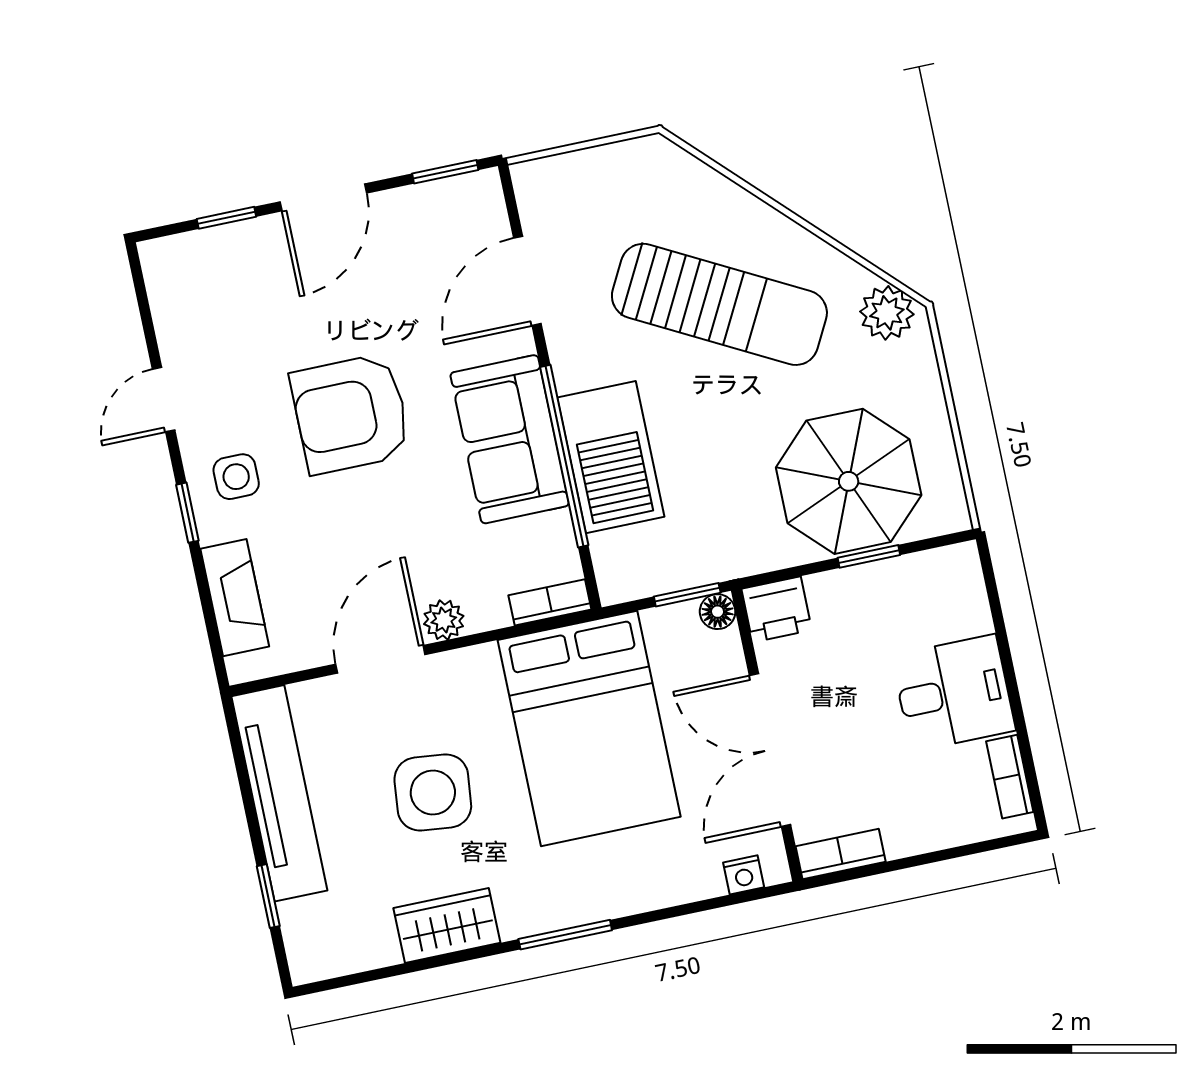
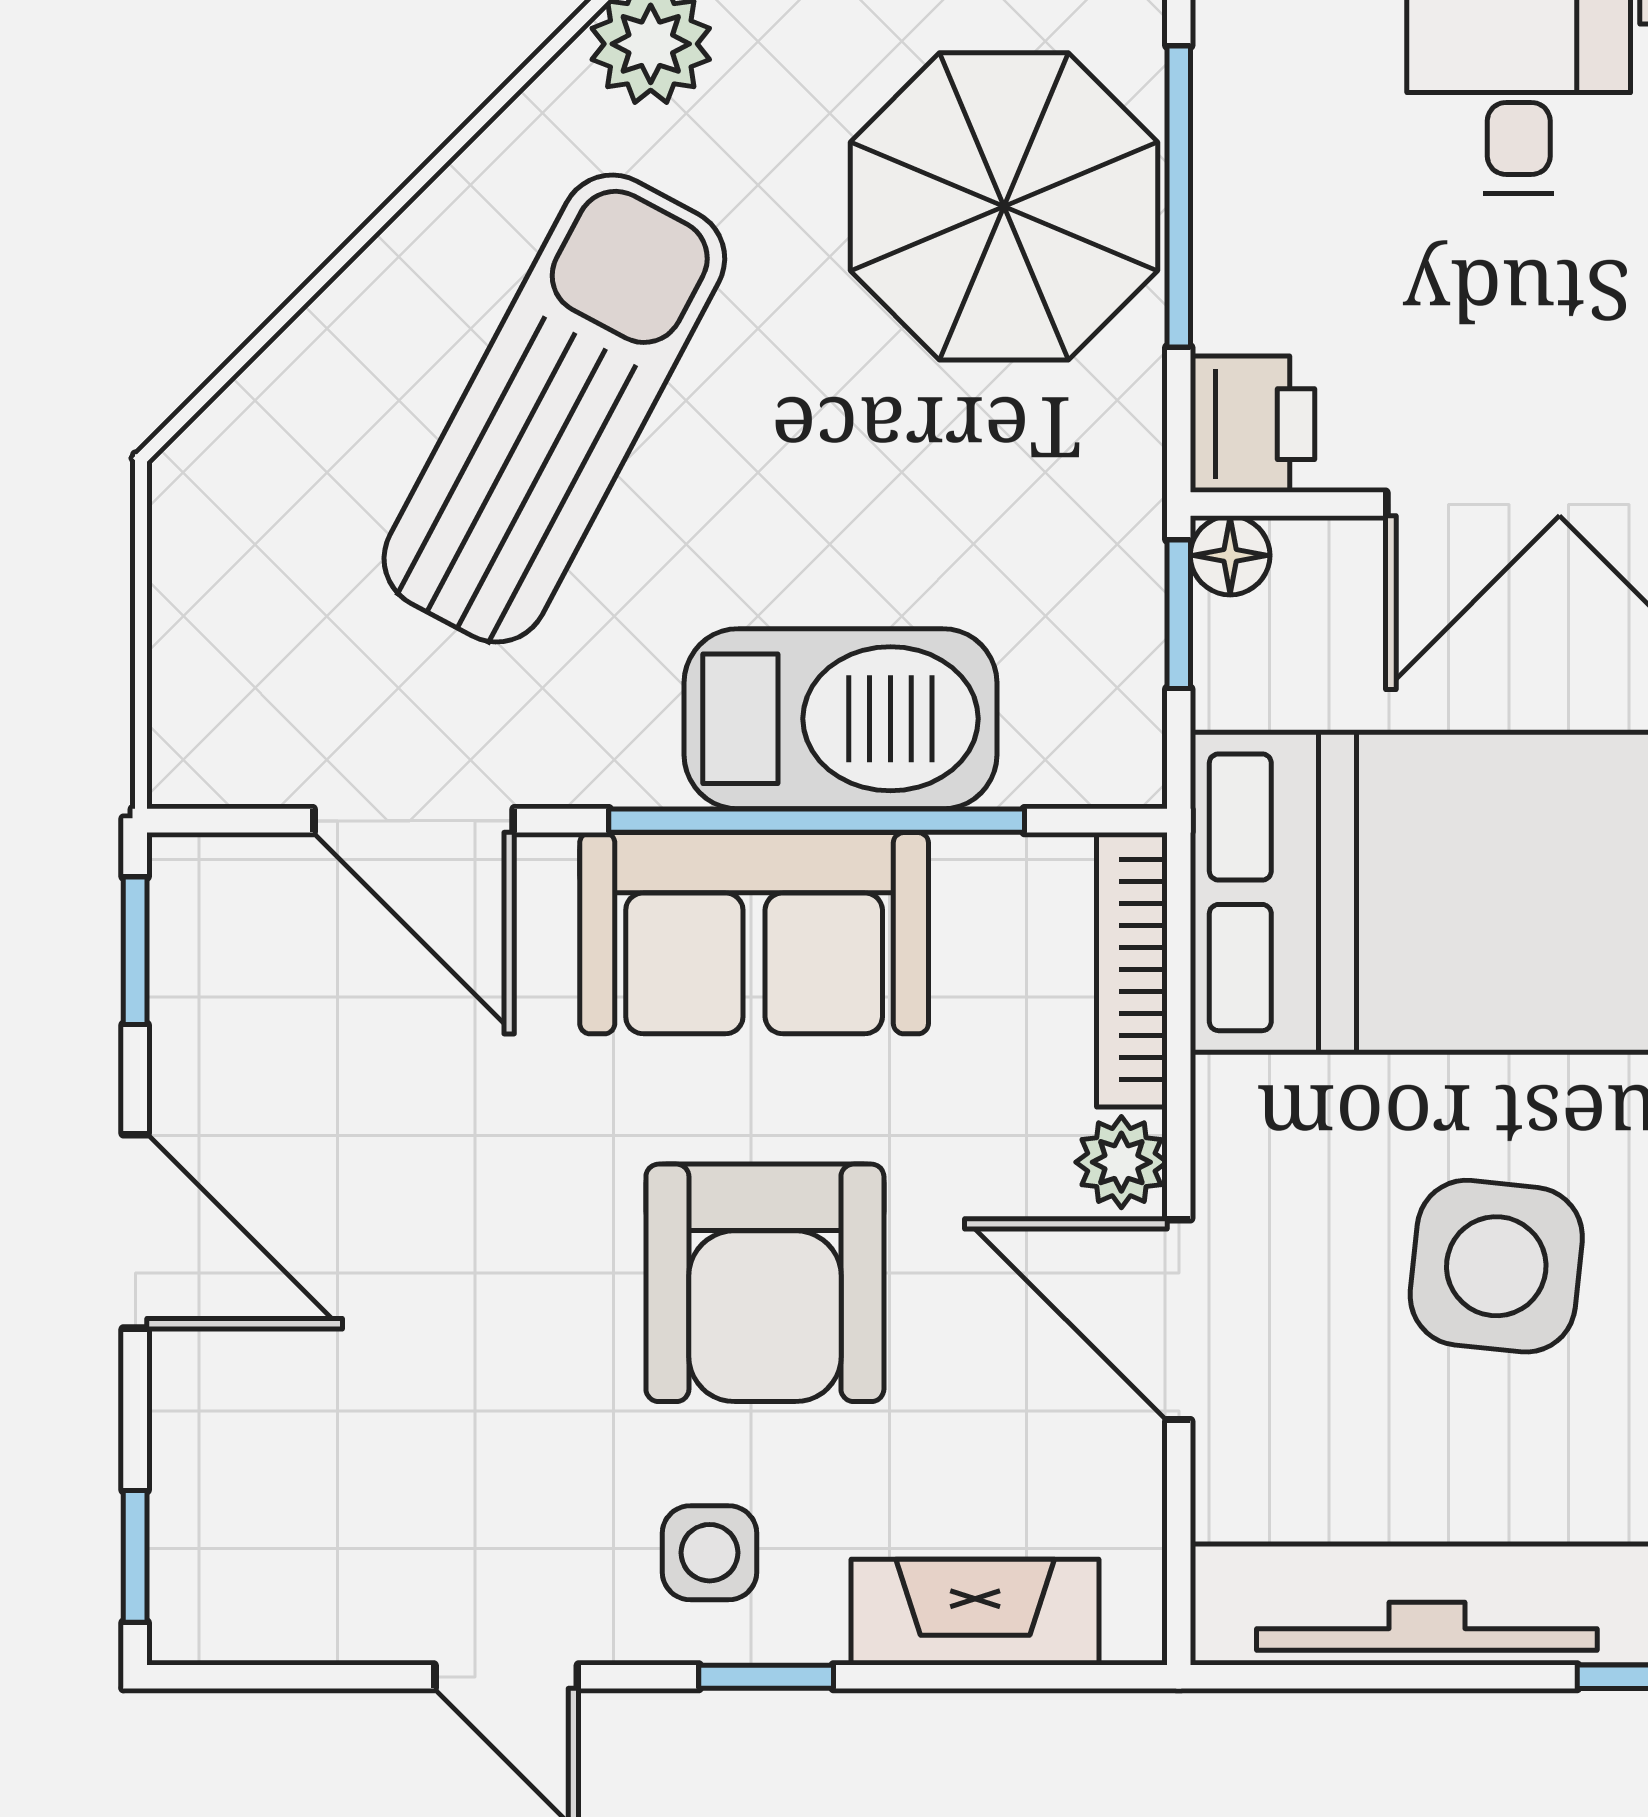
window: (226, 218) -> (135, 1556), moved
armchair: (351, 414) -> (765, 1283), moved
window: (869, 556) -> (1179, 197), width x2.17
bookcase: (550, 602) -> (1132, 970), width x1.56

